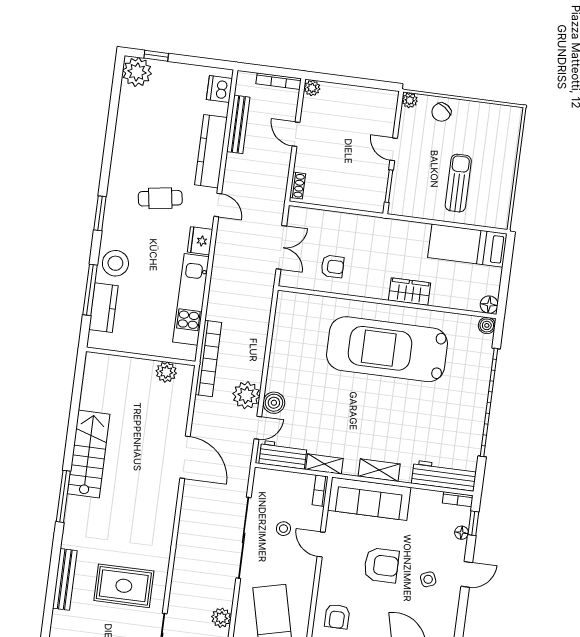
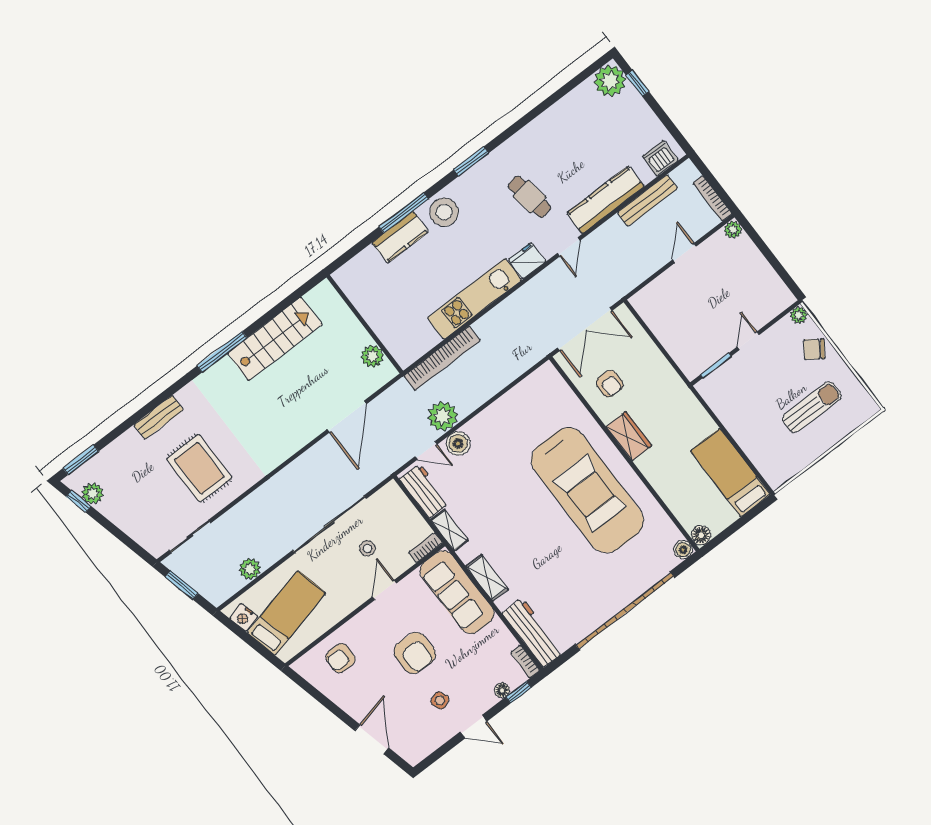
sun lounger: (458, 183) -> (812, 407), moved
shoe rack: (298, 186) -> (646, 294), removed
double door: (281, 247) -> (585, 329), width x1.37
wardrobe: (409, 292) -> (629, 436), moved
car: (387, 349) -> (587, 490), turned 180
wall: (141, 356) -> (365, 324), moved
plant: (166, 372) -> (372, 356), moved
bench: (65, 579) -> (159, 417), width x0.73

